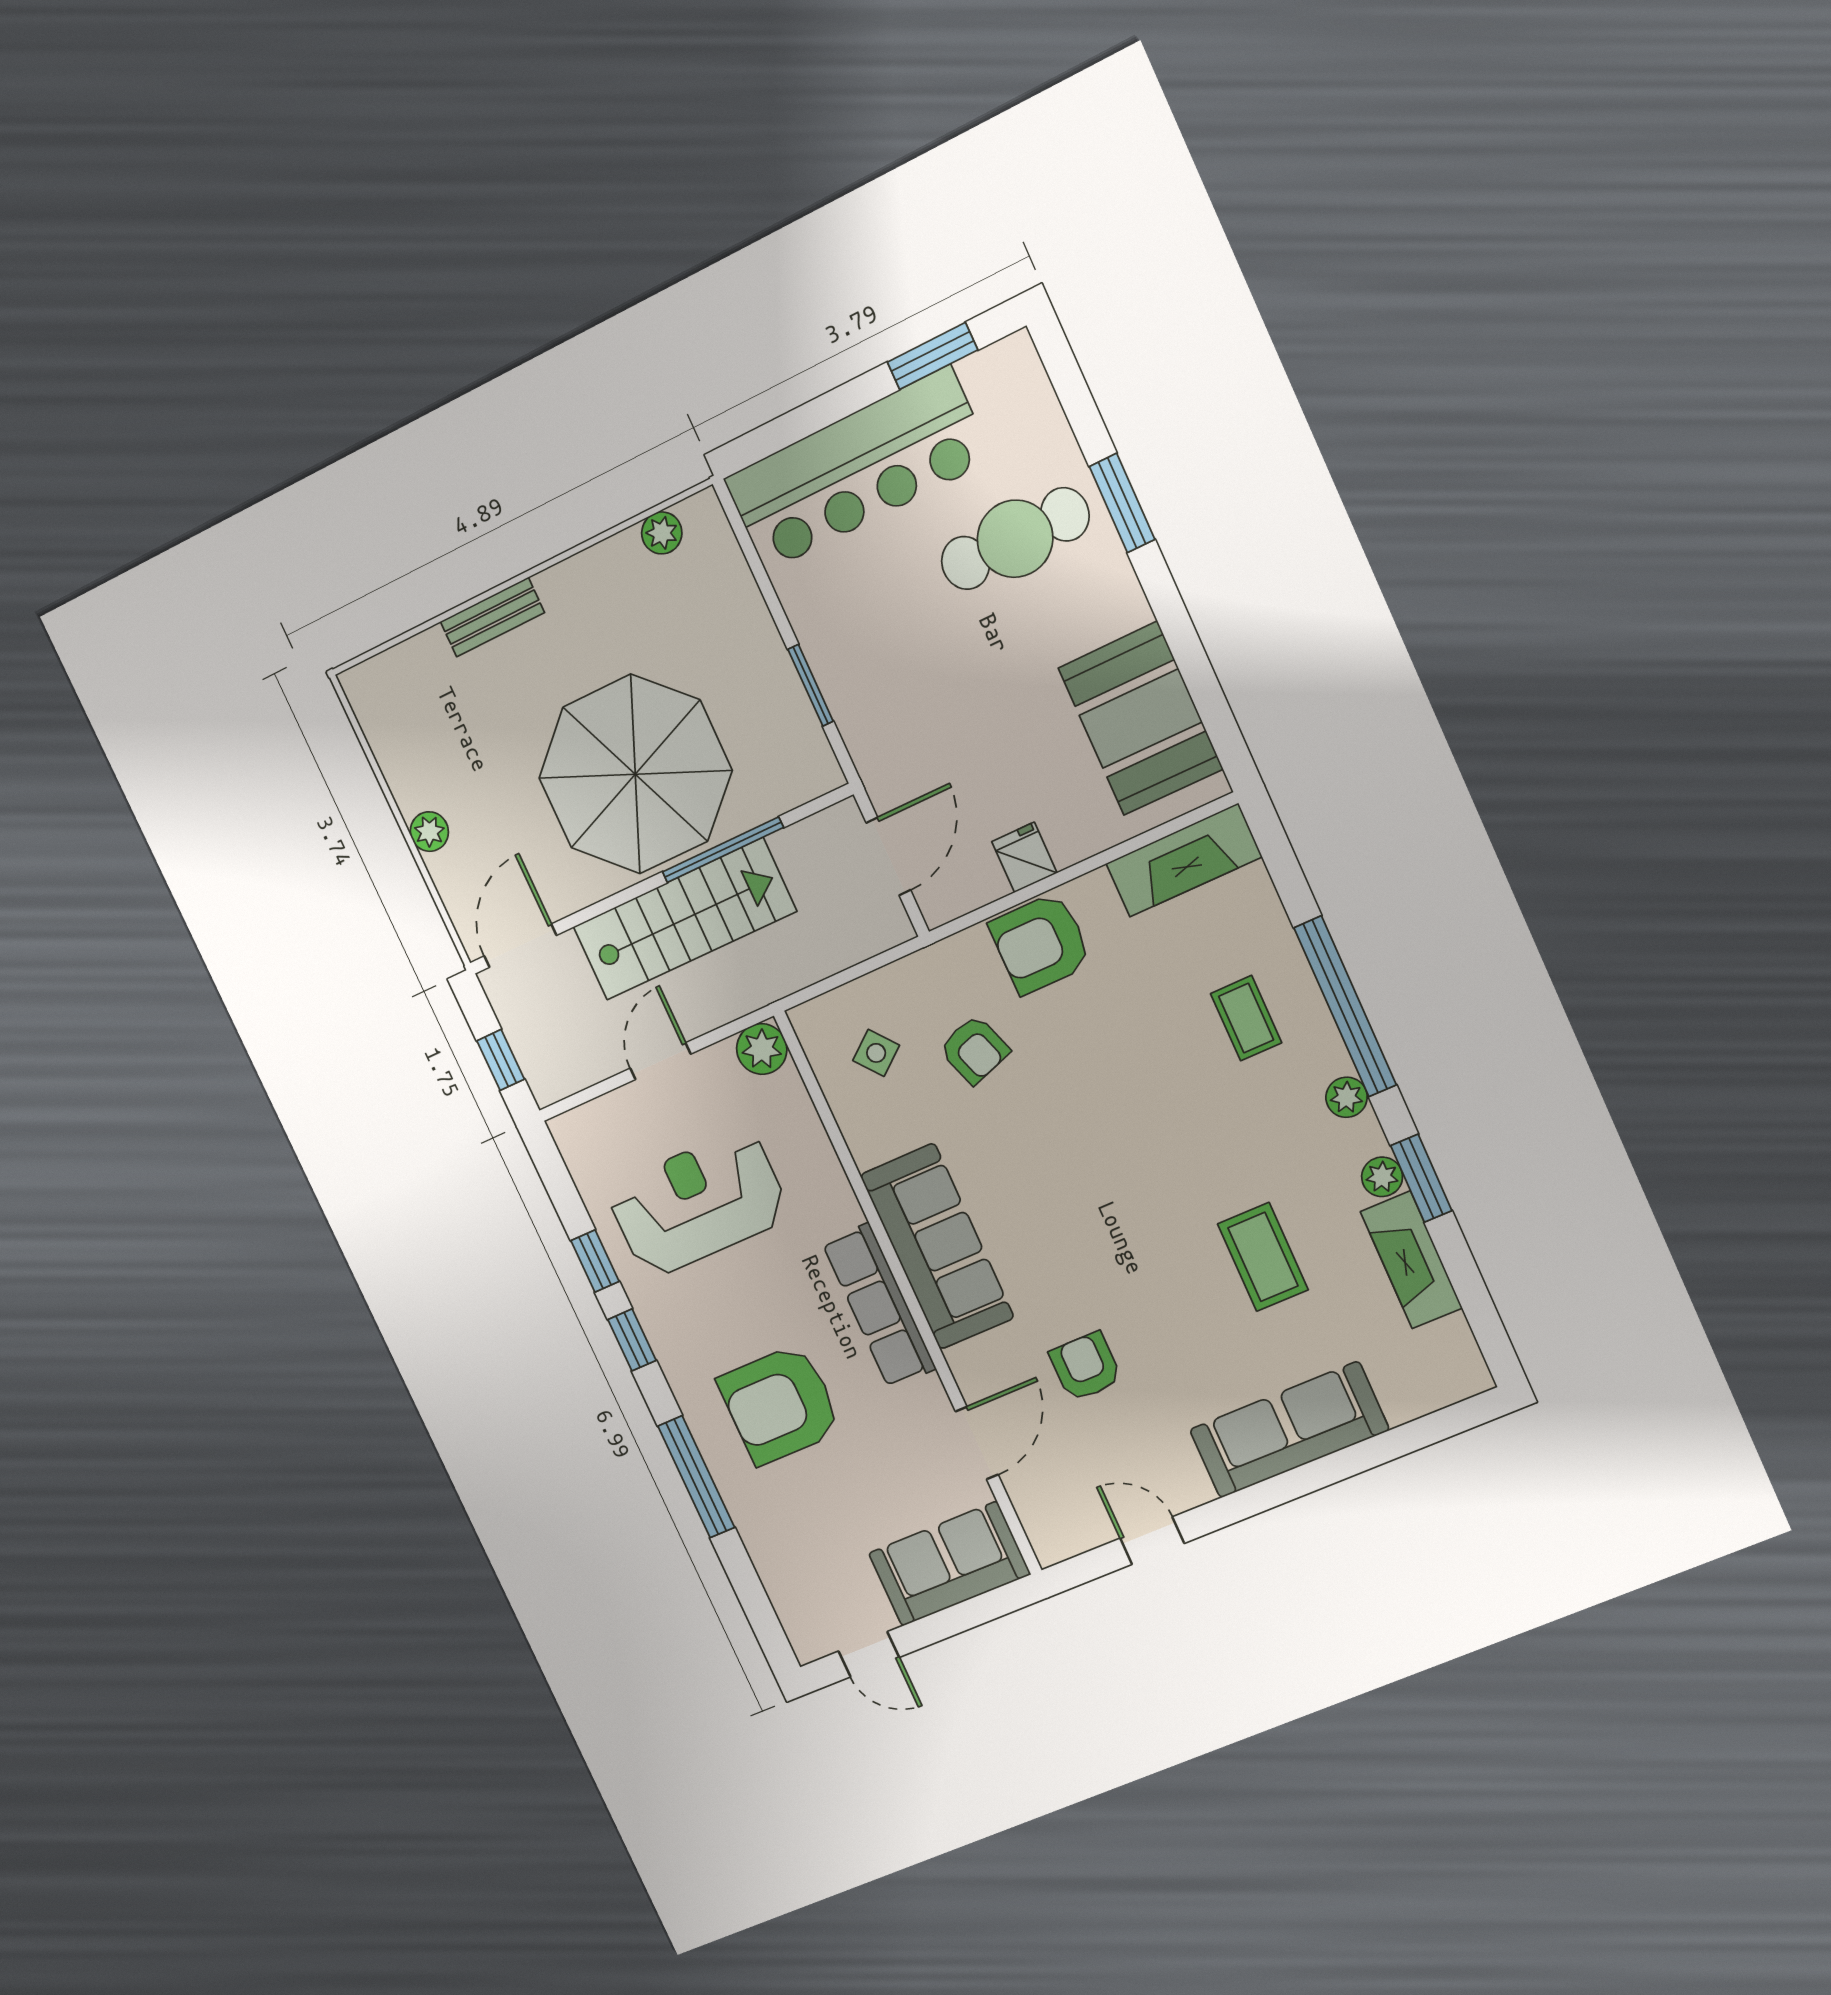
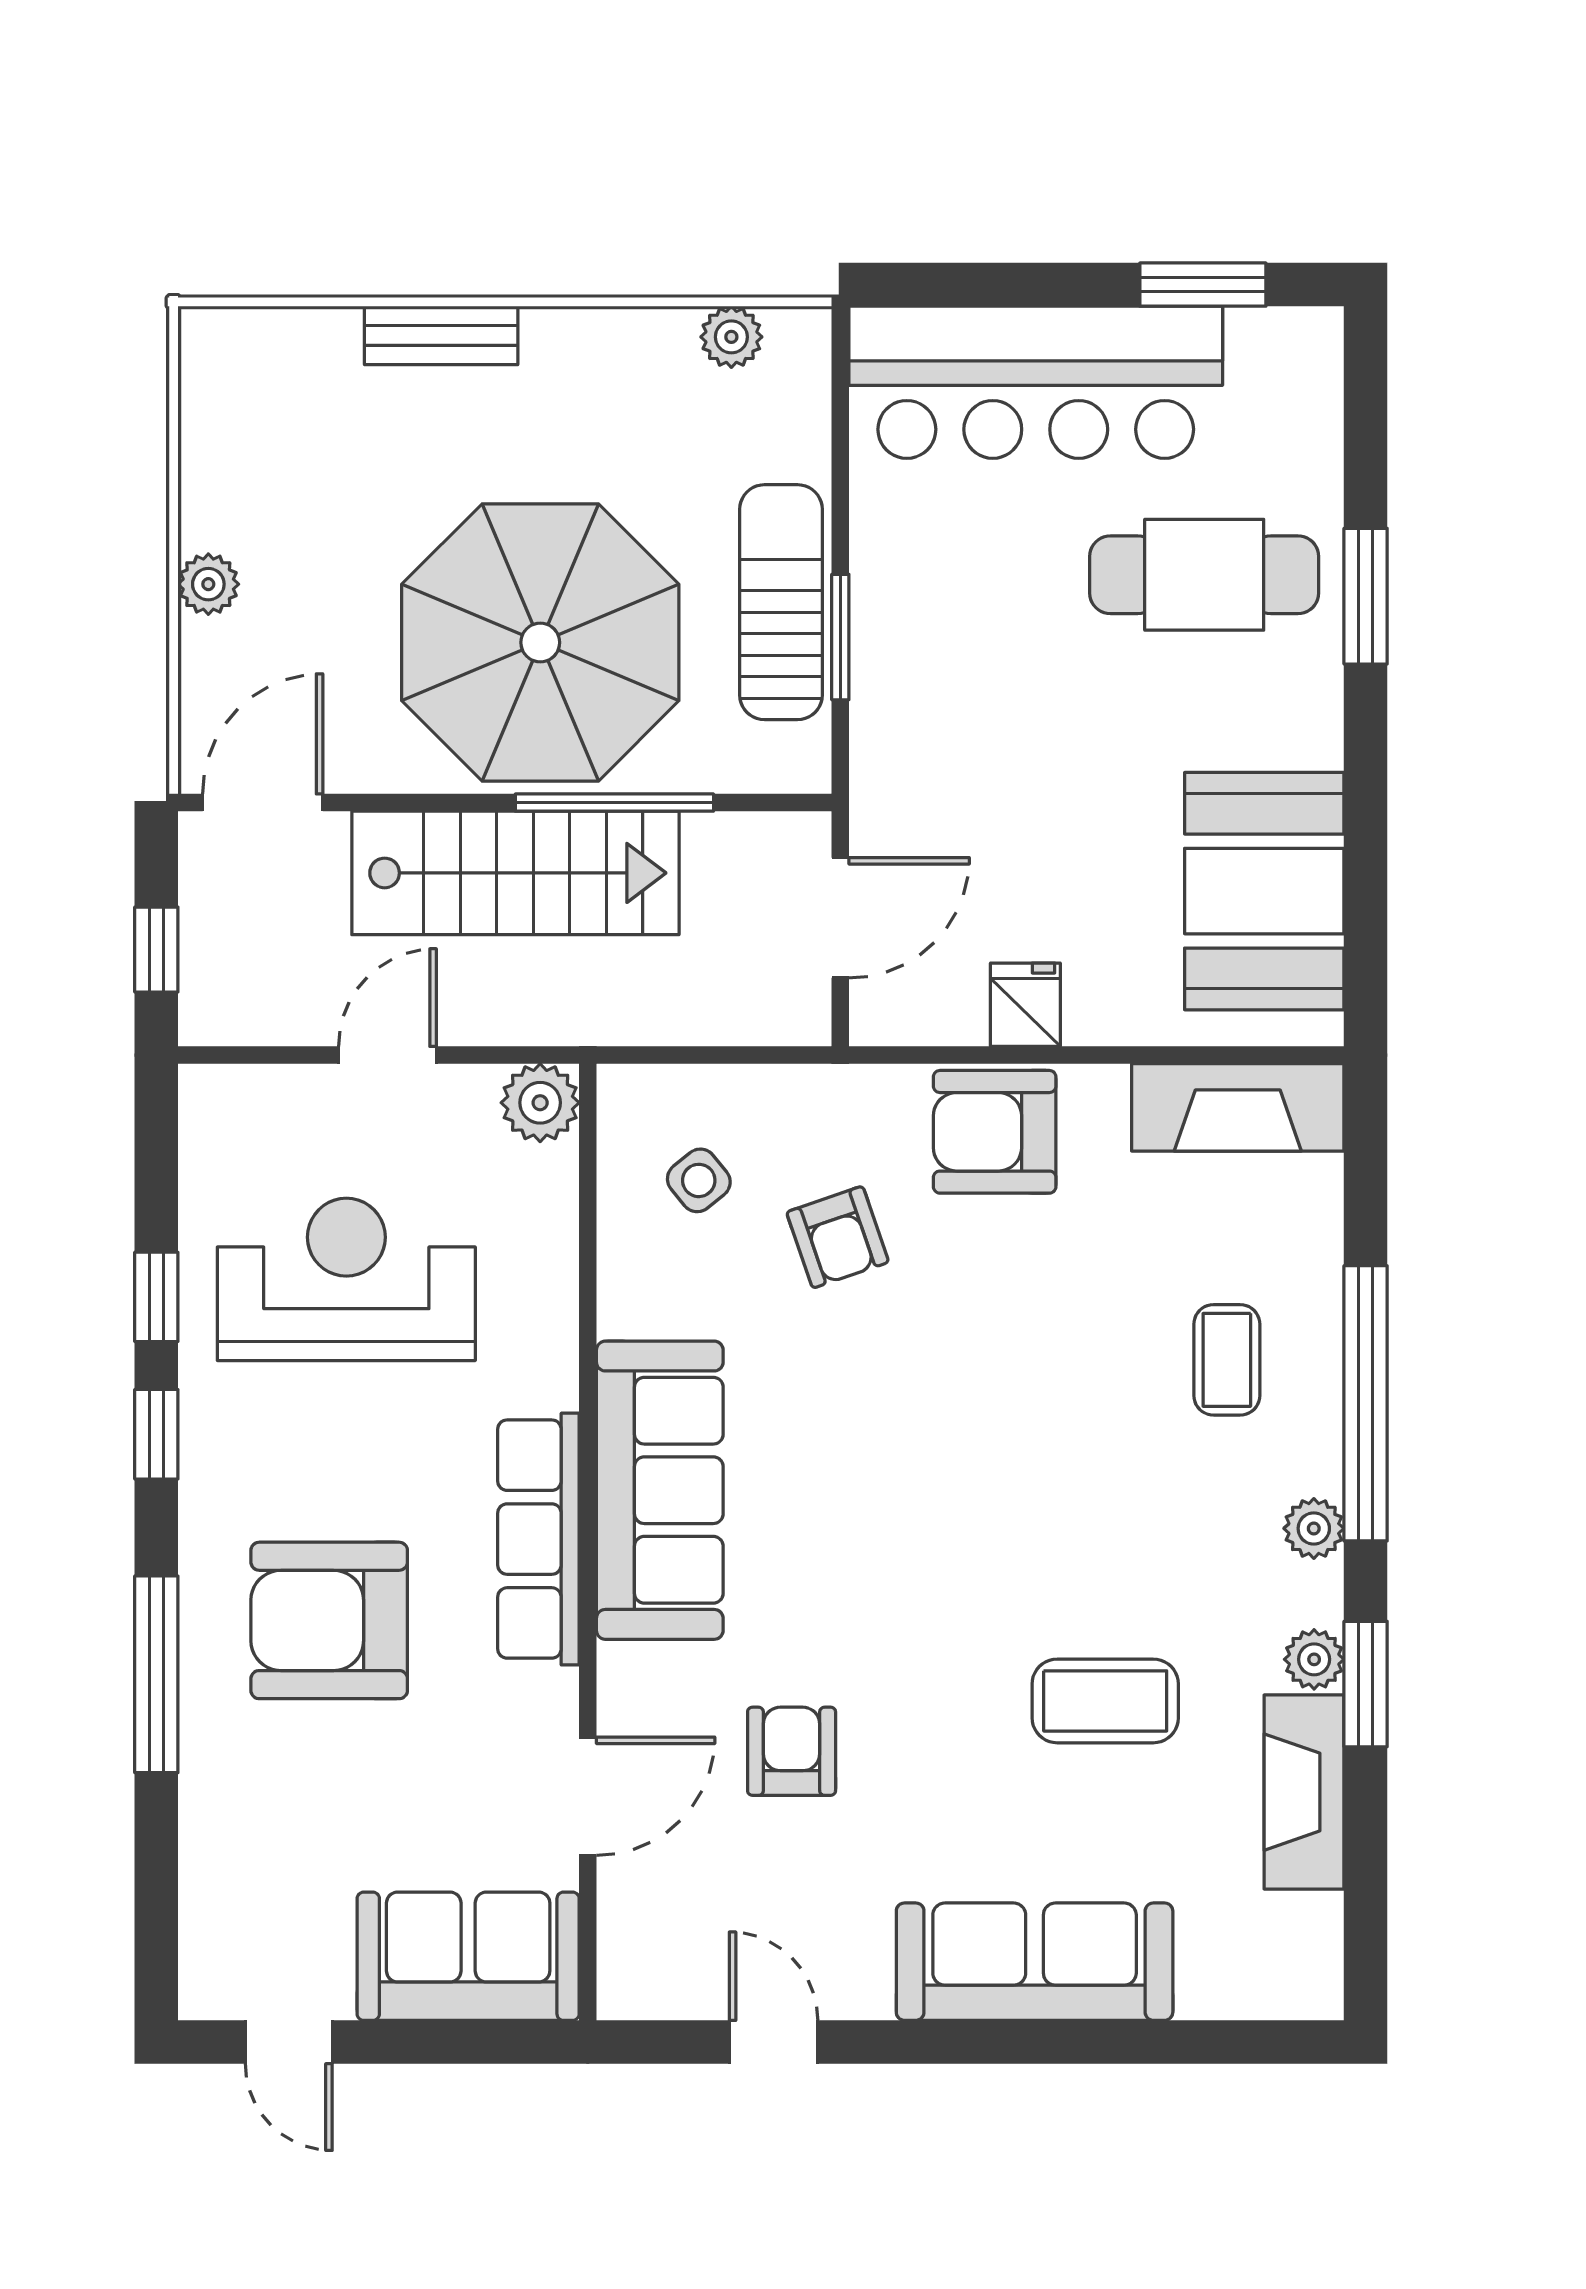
sun lounger: (765, 681) -> (781, 602), added
coffee table: (1263, 1257) -> (1105, 1701), turned 90

